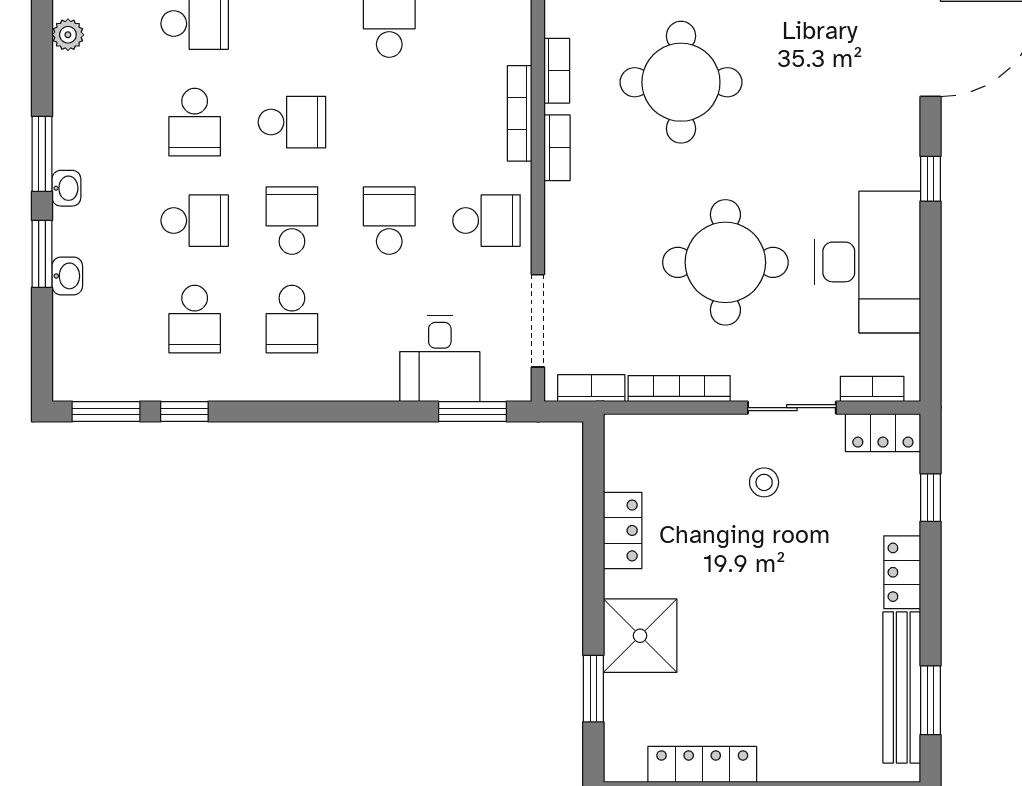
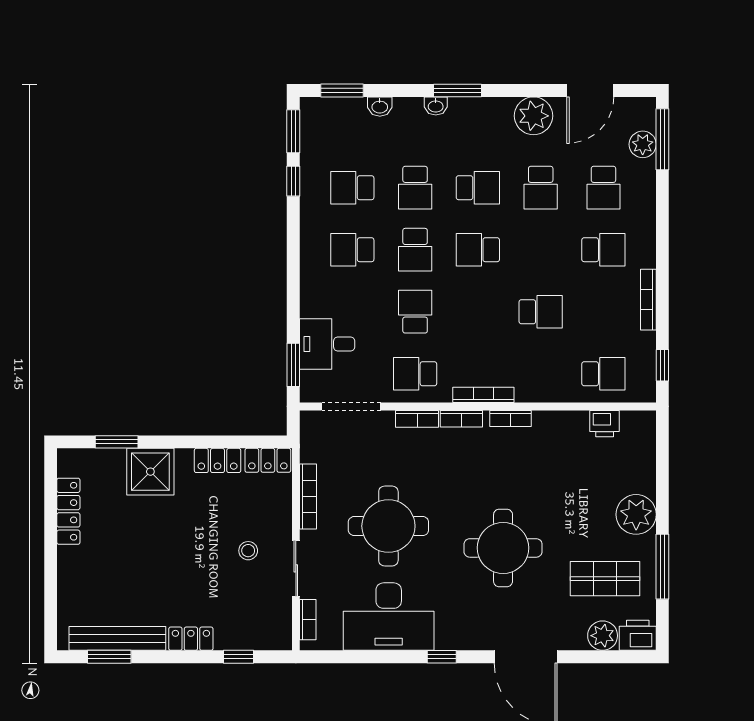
plant: (68, 35) -> (534, 116), width x1.88, depth x1.88
round table: (681, 82) -> (503, 548), moved
school desk: (195, 122) -> (478, 188), turned 180
school desk: (292, 122) -> (478, 250), turned 90
school desk: (292, 221) -> (415, 250), turned 90
school desk: (389, 221) -> (415, 312), turned -90
school desk: (487, 221) -> (415, 374), turned 90
window: (42, 254) -> (342, 90), moved
bookcase: (591, 388) -> (417, 419), moved, turned 90
locker: (883, 433) -> (268, 460), moved, turned -90

